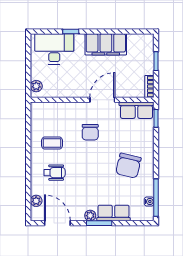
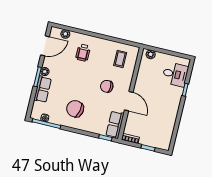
filing cabinet: (106, 44) -> (169, 113), removed
desk: (54, 49) -> (175, 74), width x0.73
coffee table: (52, 143) -> (120, 59), moved

